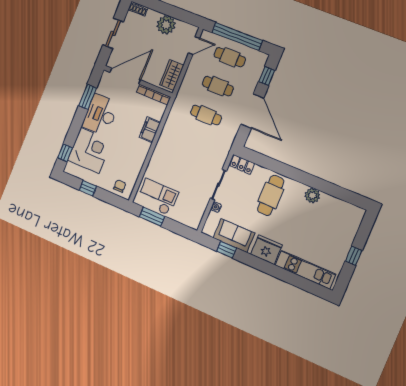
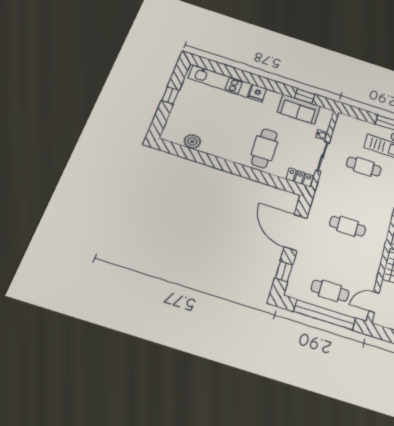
cafe table: (218, 86) -> (364, 167), moved
plant: (312, 195) -> (192, 141), moved
fridge: (266, 250) -> (257, 93), width x0.53, depth x0.75

